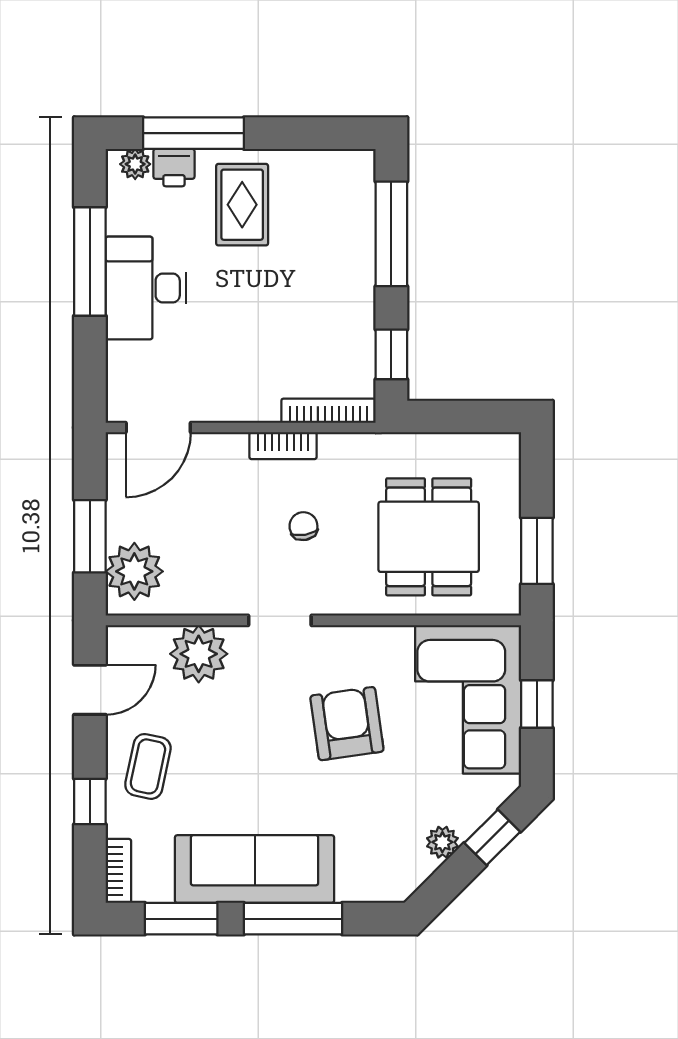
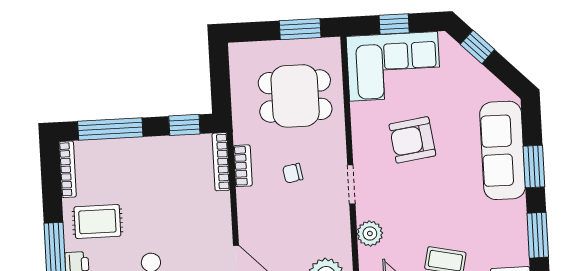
bookcase: (330, 161) -> (67, 169), added
bookcase: (283, 446) -> (243, 166), moved
plant: (199, 654) -> (370, 233), width x0.73, depth x0.73
plant: (442, 842) -> (482, 77), removed
sofa: (255, 869) -> (503, 150), moved
window: (293, 919) -> (534, 167), width x0.69

